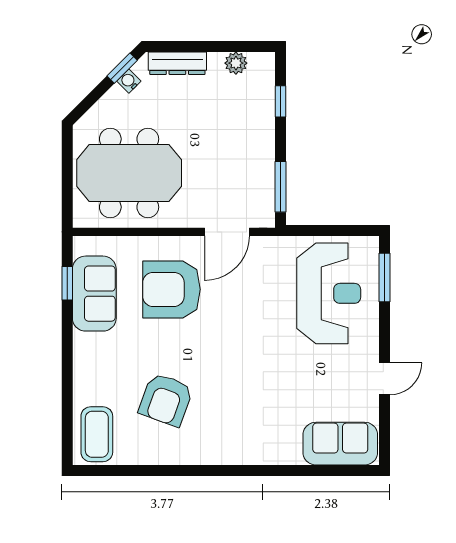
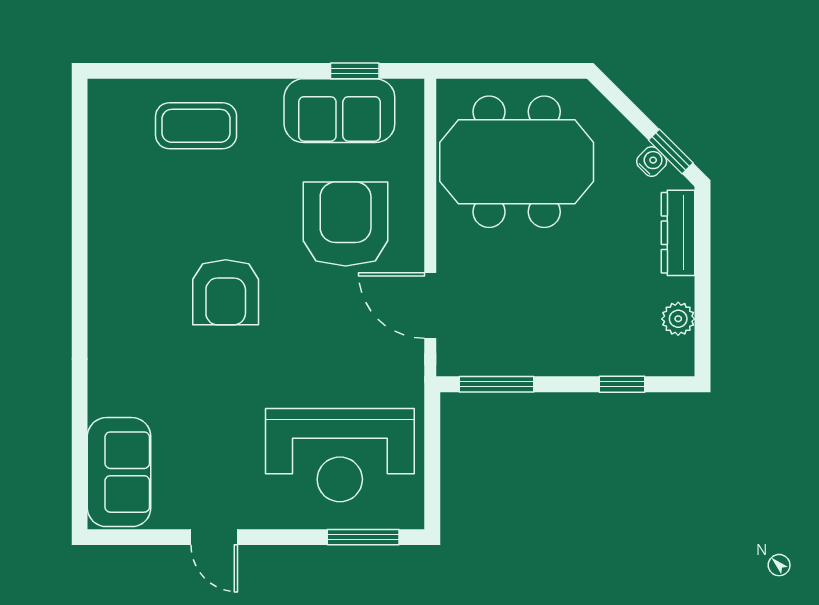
meeting table: (129, 173) -> (517, 162), turned 90
armchair: (166, 400) -> (226, 292), moved, turned -110
coffee table: (97, 434) -> (196, 126), moved

